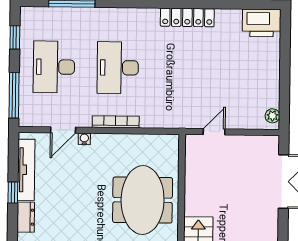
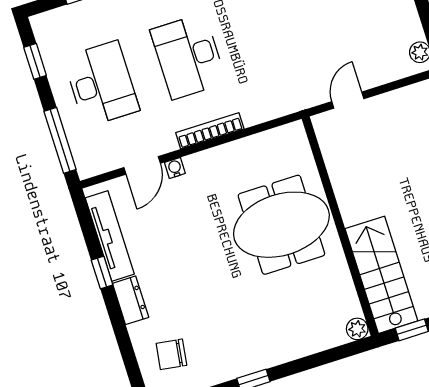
desk: (54, 67) -> (101, 84), turned 180
meeting table: (143, 200) -> (281, 225), turned 90

